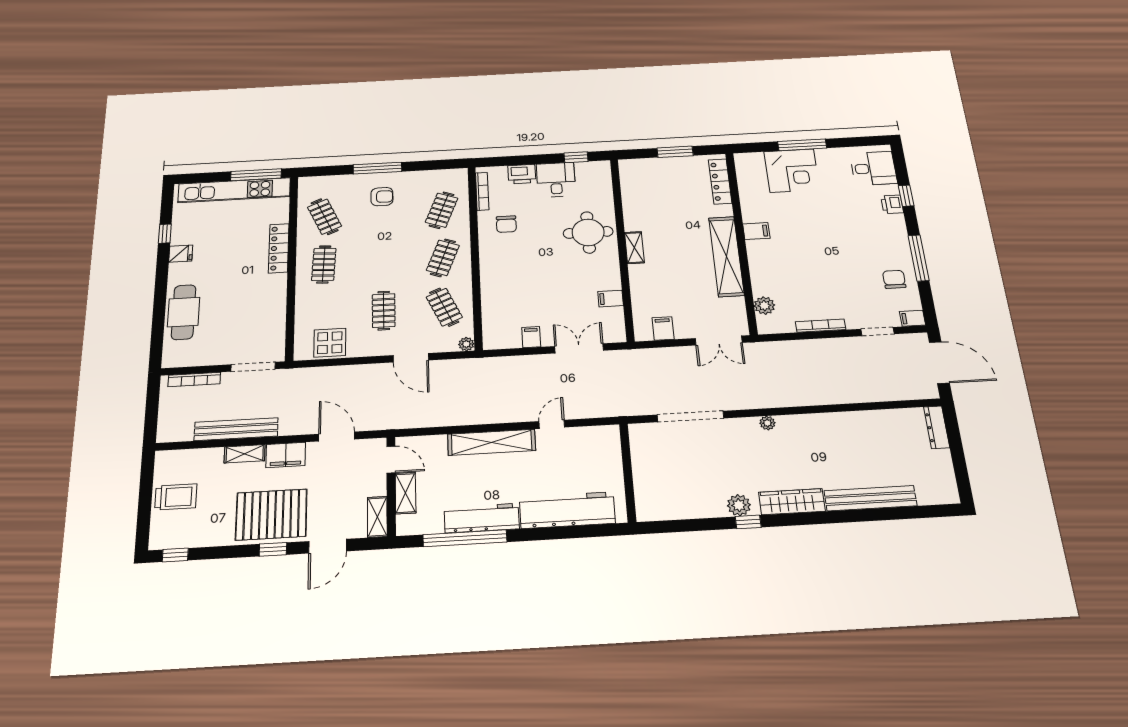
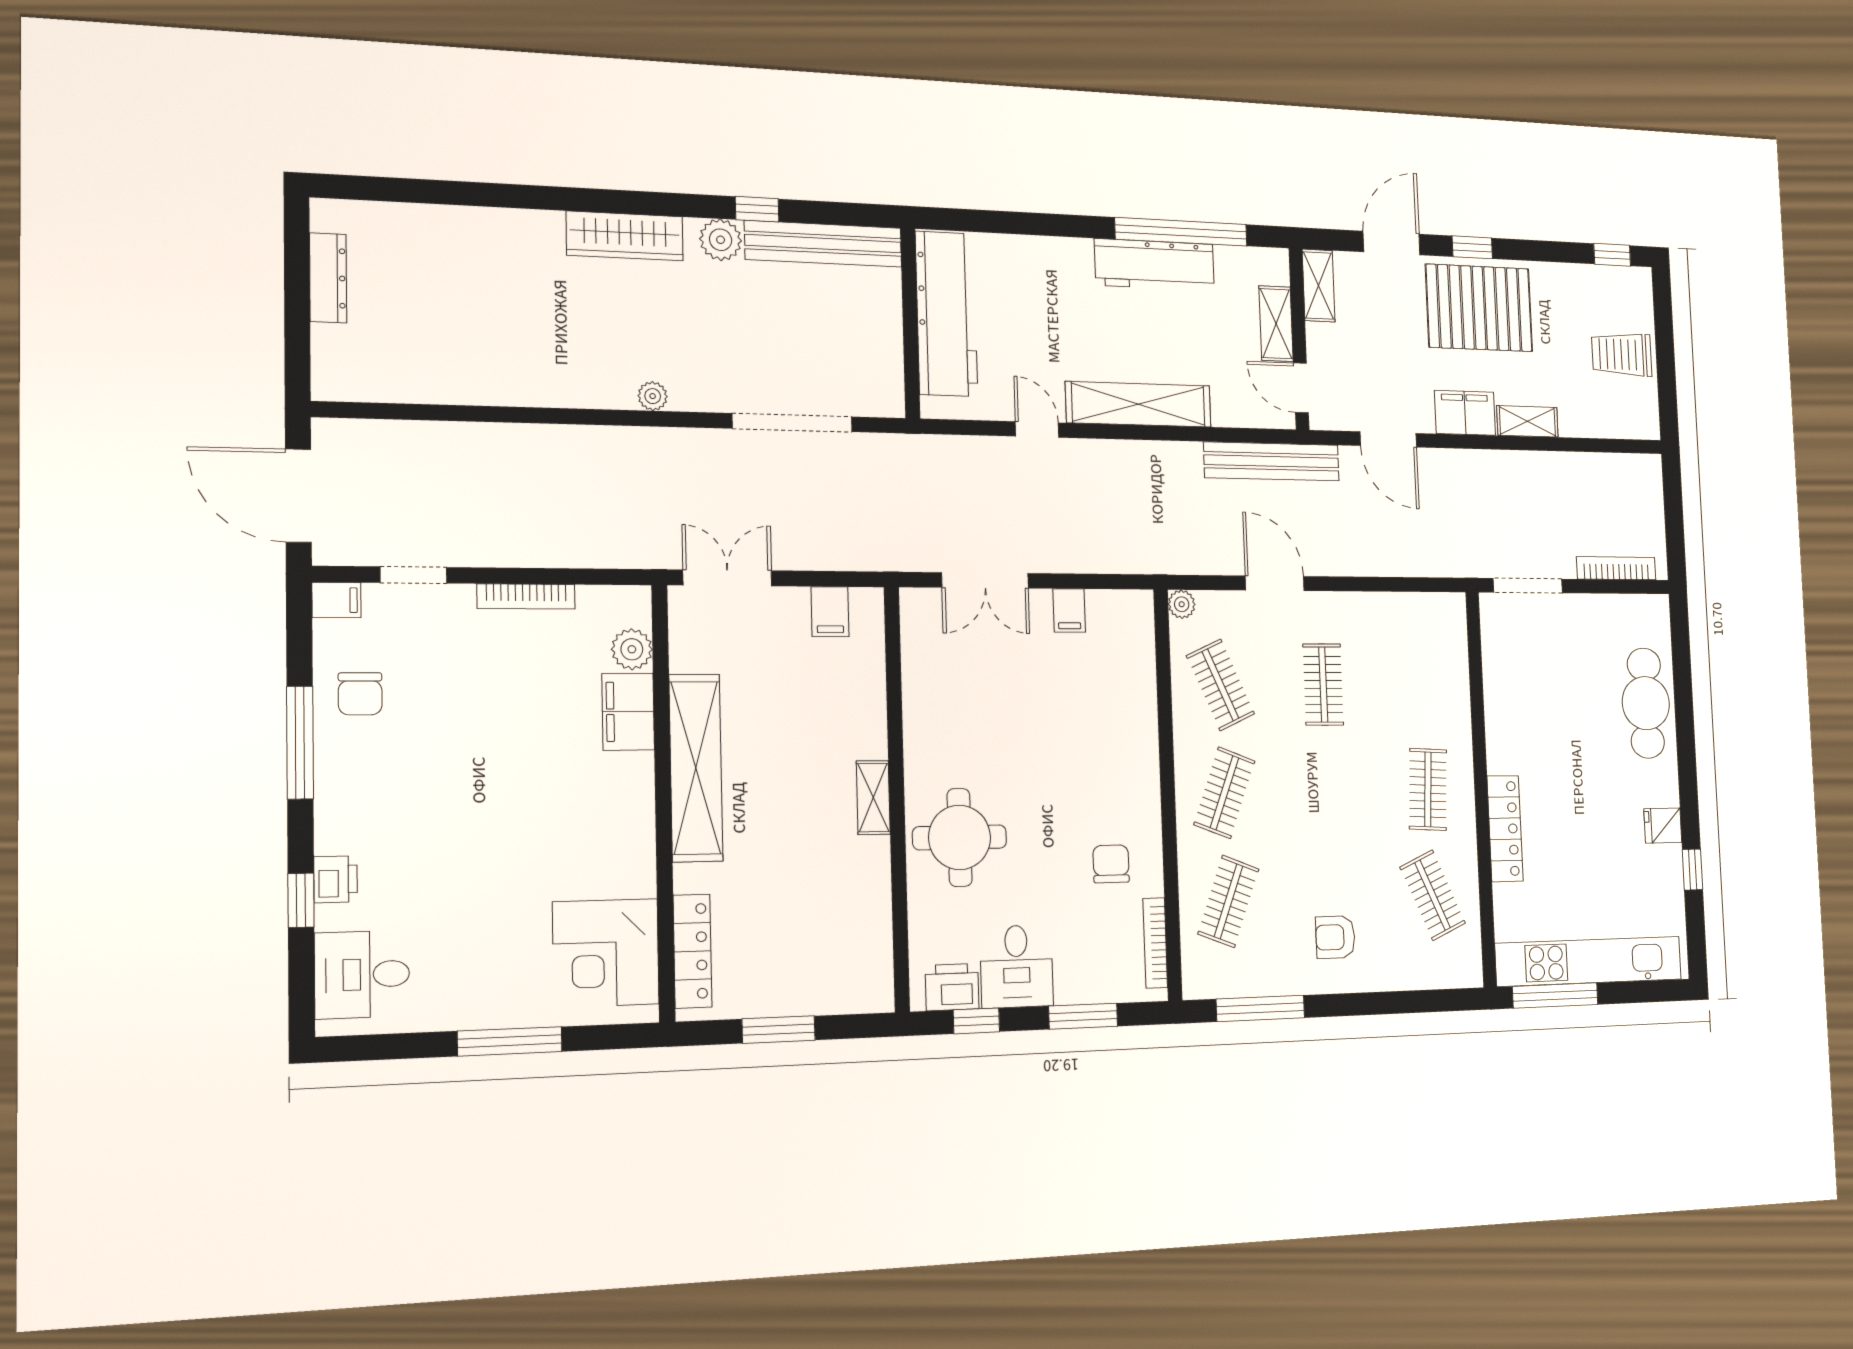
window: (521, 160) -> (1083, 1016), added
window: (377, 168) -> (1260, 1008), moved
corner desk: (792, 171) -> (606, 953), moved, turned -90
printer: (522, 174) -> (952, 987), moved
filing cabinet: (756, 231) -> (628, 712), moved, width x2.00
filing cabinet: (610, 299) -> (924, 684), removed
display table: (330, 343) -> (1409, 624), removed
door: (552, 424) -> (1037, 429), swing flipped
dresser: (937, 427) -> (328, 278), moved
bench: (236, 429) -> (1272, 461), moved
bench: (870, 498) -> (823, 244), moved
workbench: (567, 510) -> (946, 314), moved, turned -90
window: (748, 522) -> (757, 209), moved

